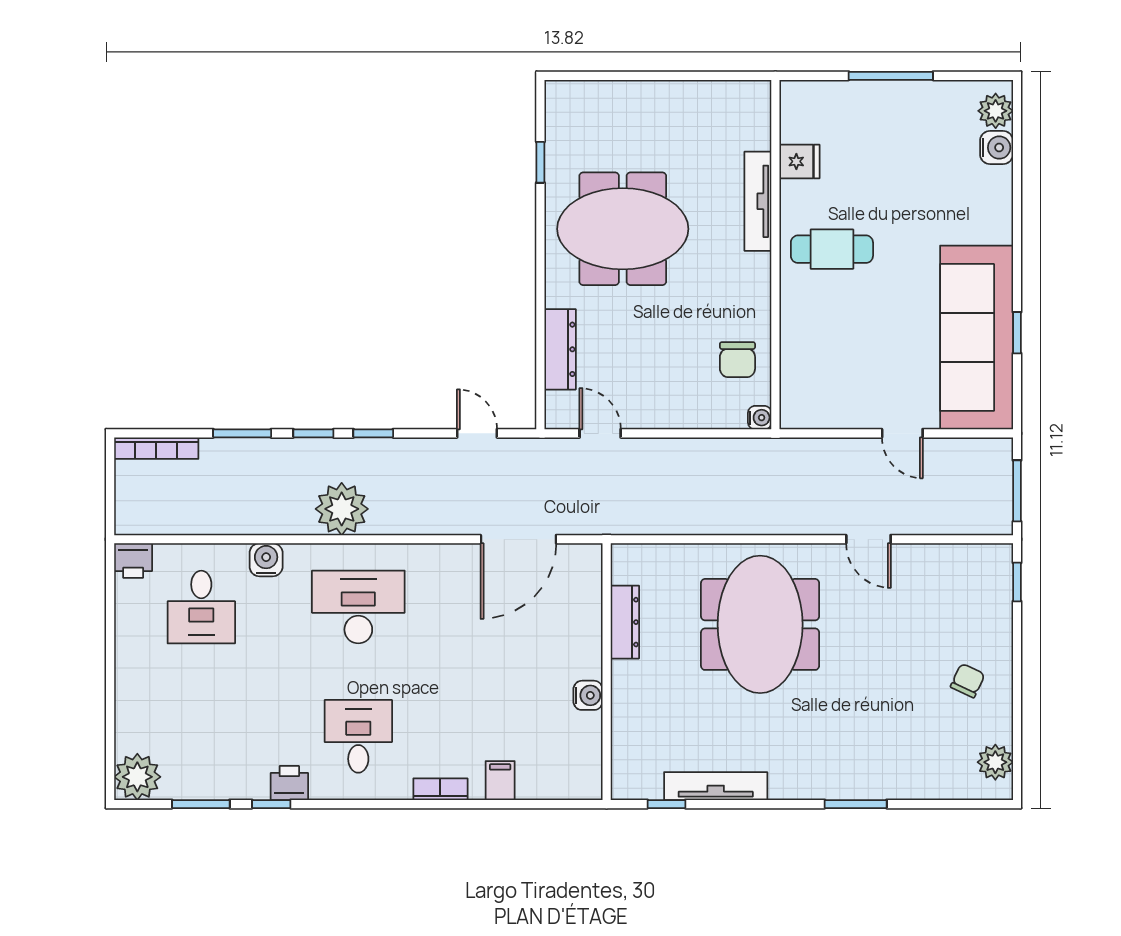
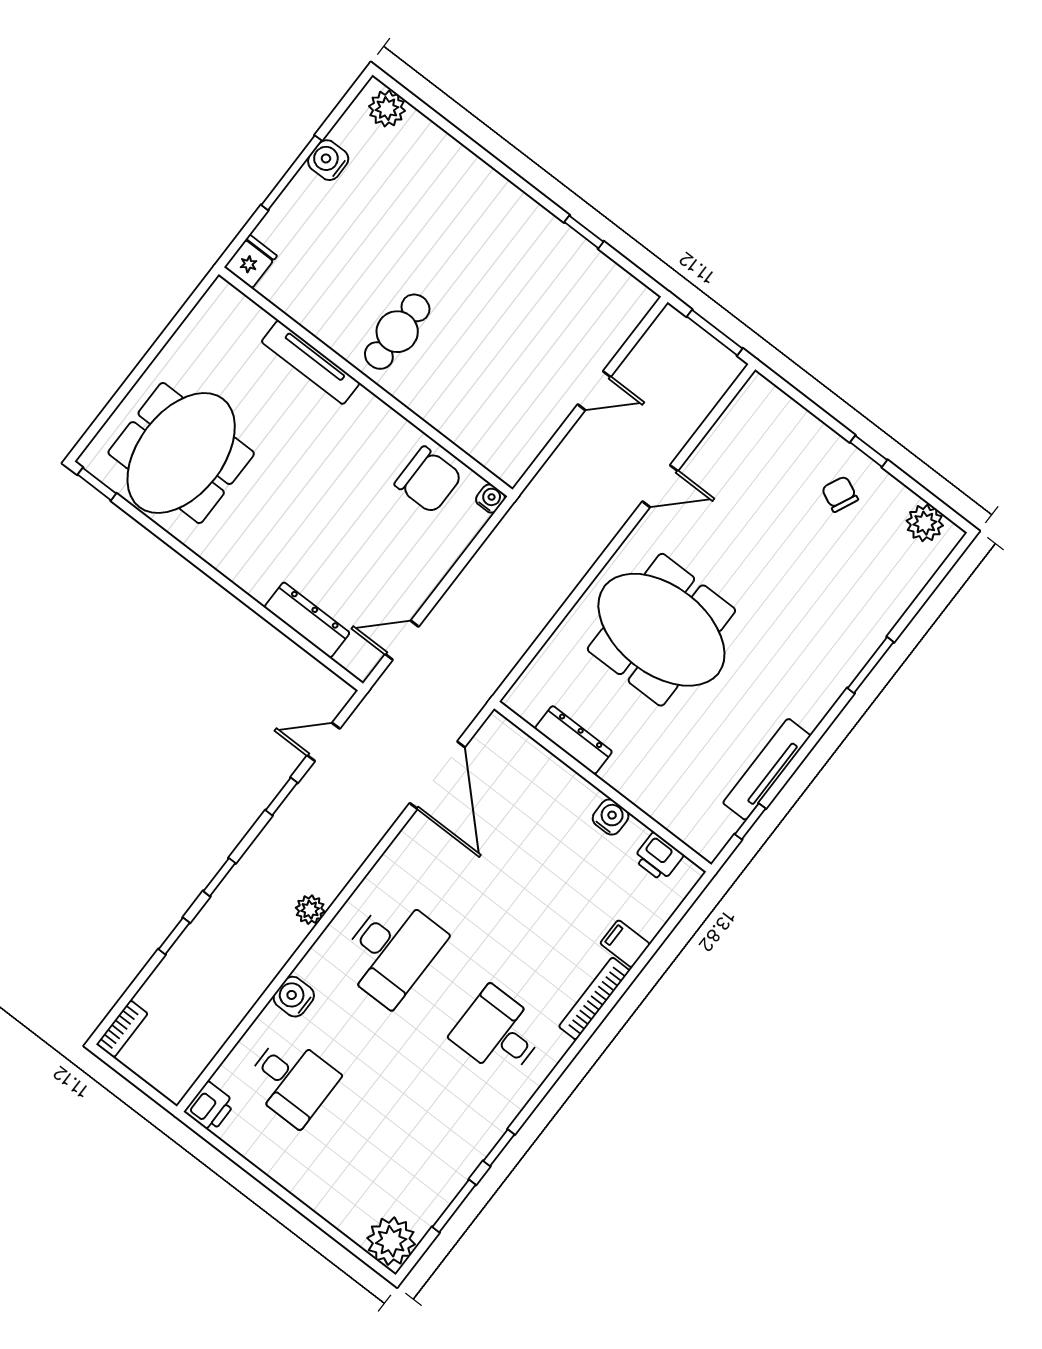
water cooler: (997, 148) -> (328, 160), moved, turned -90
fridge: (799, 161) -> (251, 261), moved
window: (540, 162) -> (97, 484), moved
meeting table: (623, 229) -> (181, 453), moved
sofa: (977, 337) -> (562, 268), removed
chair: (737, 360) -> (428, 480), width x1.37, depth x1.37
window: (242, 433) -> (174, 936), width x0.67
window: (373, 433) -> (282, 797), moved
bookcase: (156, 448) -> (122, 1029), width x0.64
plant: (342, 509) -> (310, 910), width x0.53, depth x0.53
window: (1017, 582) -> (869, 451), moved
desk: (358, 607) -> (391, 951), turned 180
printer: (289, 783) -> (658, 857), moved, turned -90
bookcase: (440, 789) -> (594, 999), width x1.56

